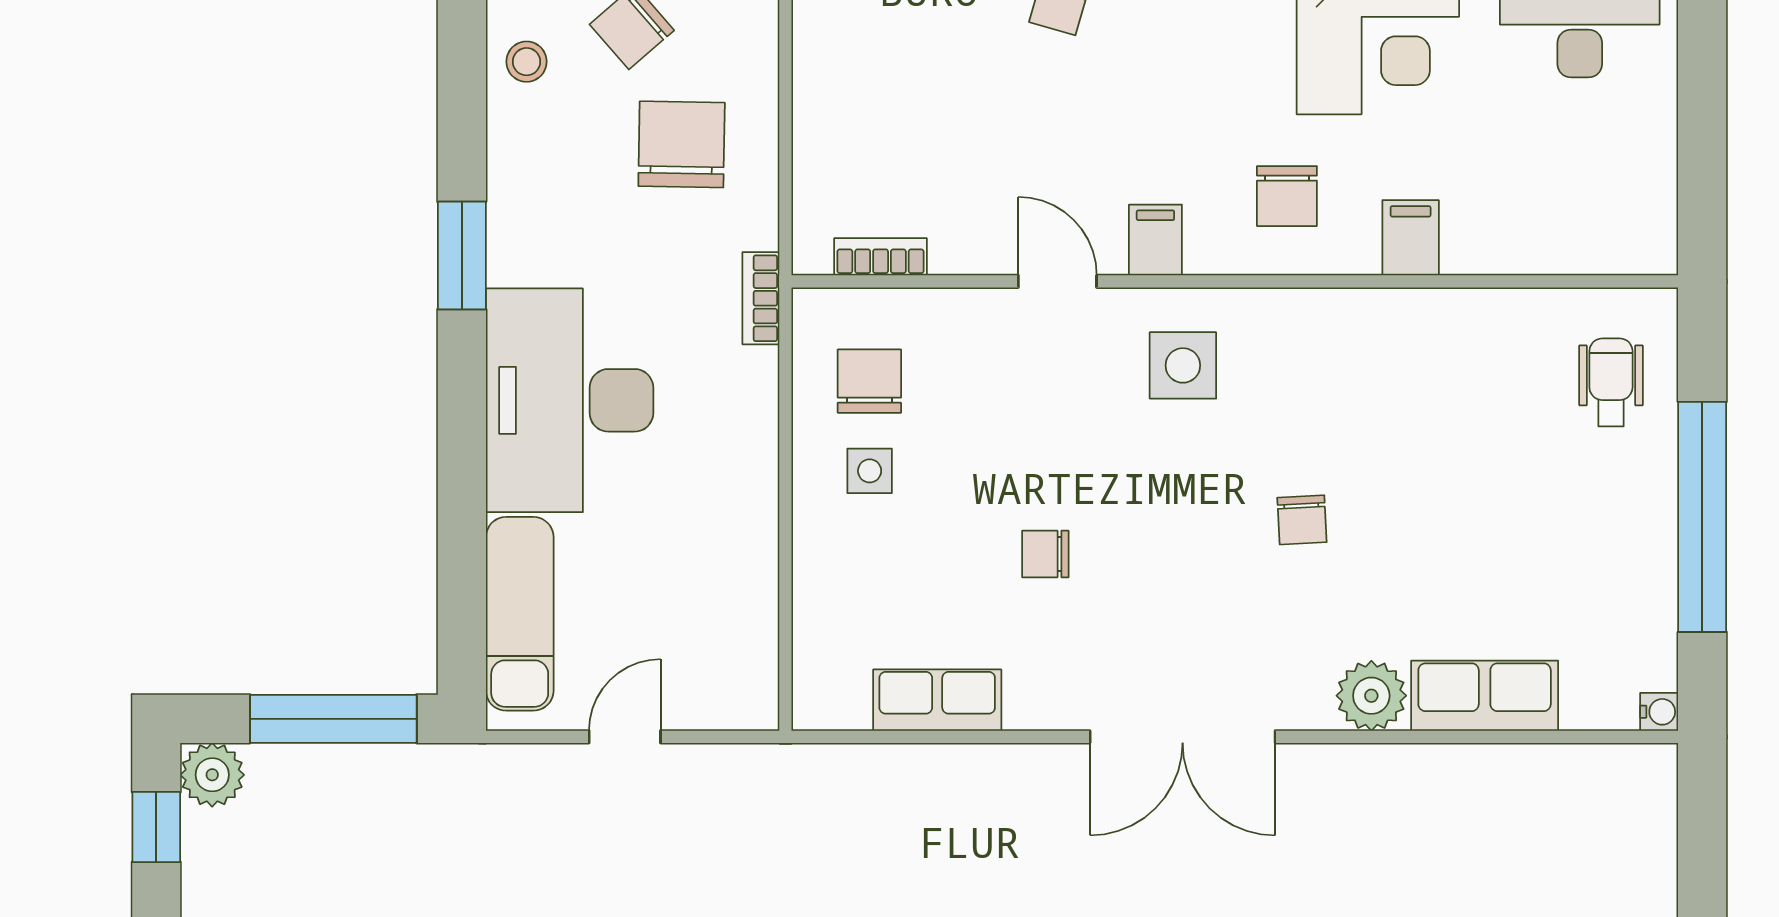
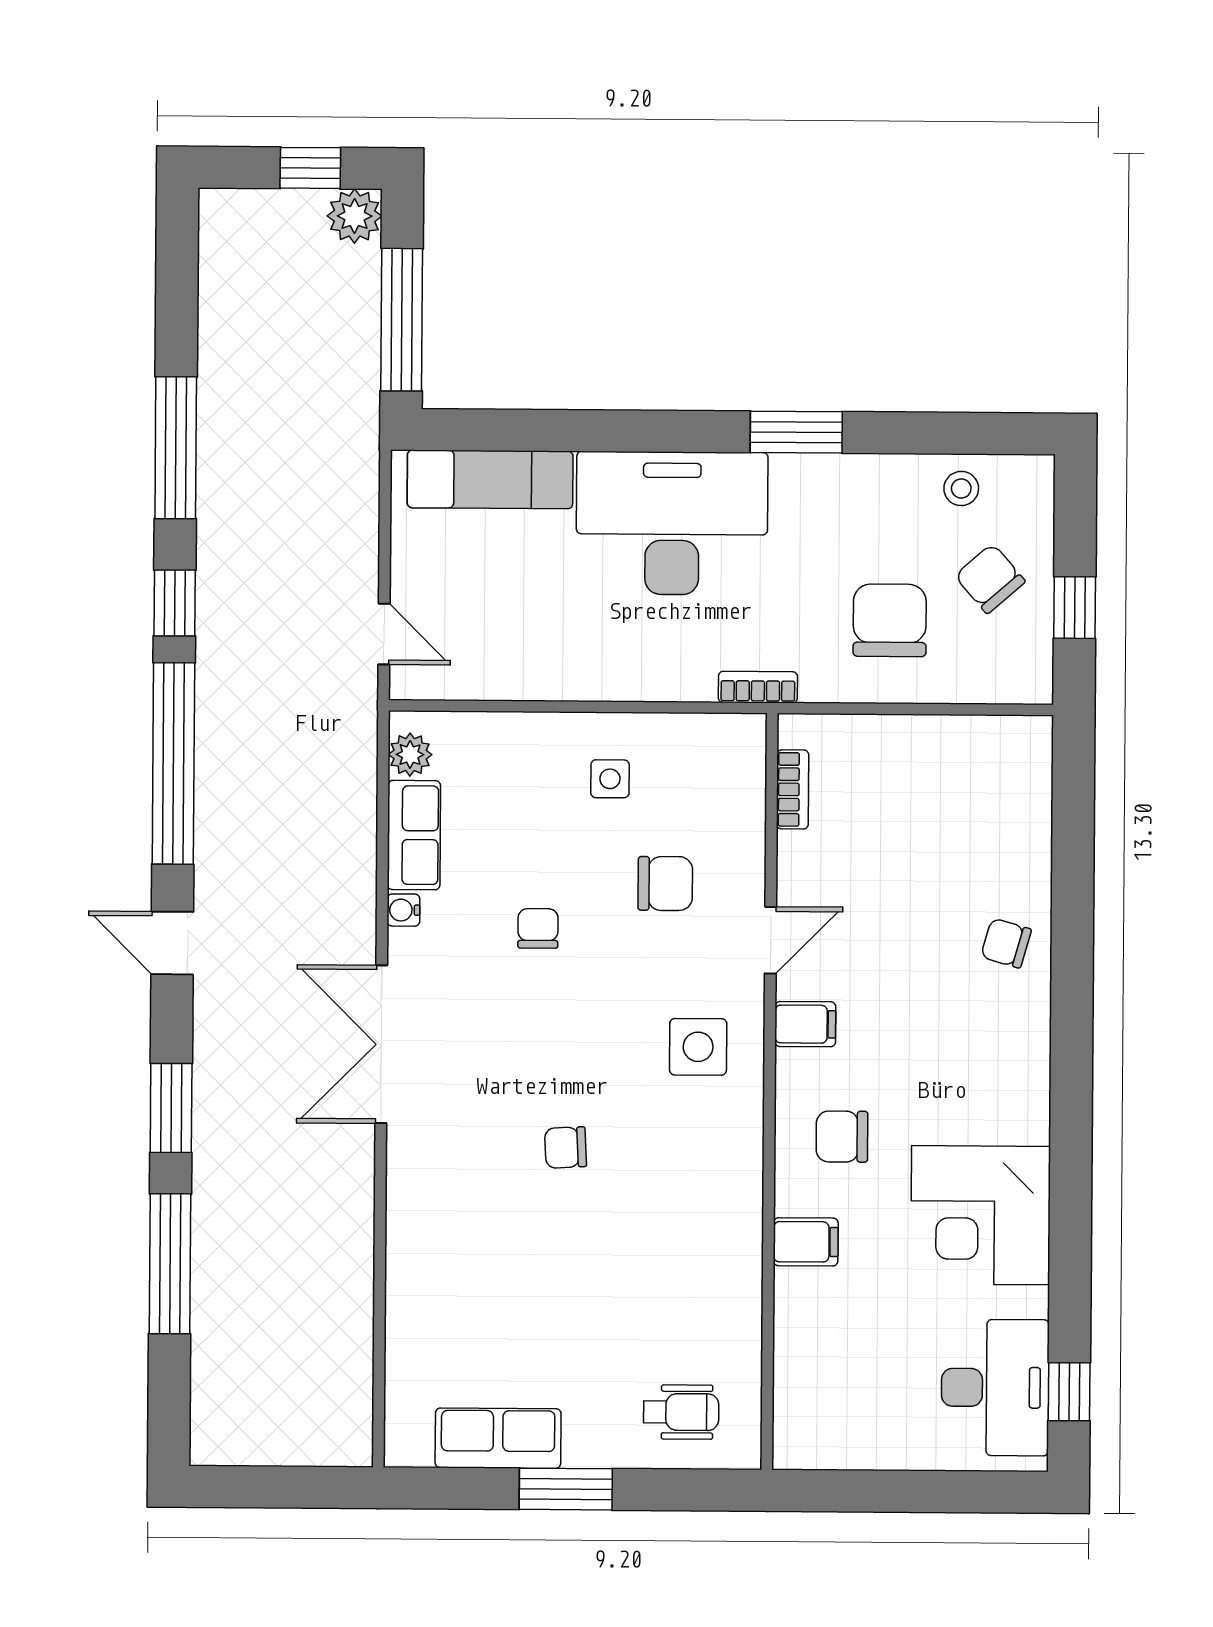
chair: (682, 144) -> (890, 620), turned -91
chair: (869, 381) -> (665, 883), moved
window: (1702, 517) -> (566, 1489), width x0.47
plant: (1371, 696) -> (410, 755), moved, width x0.73, depth x0.73
row of seats: (1485, 696) -> (498, 1438), moved, turned -90
water cooler: (1659, 712) -> (403, 910), moved, turned 90
door: (625, 737) -> (384, 634), moved

